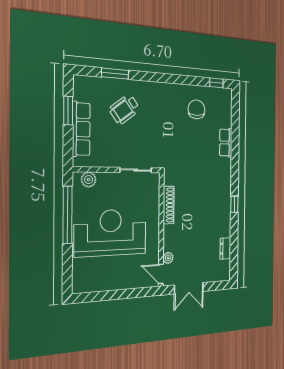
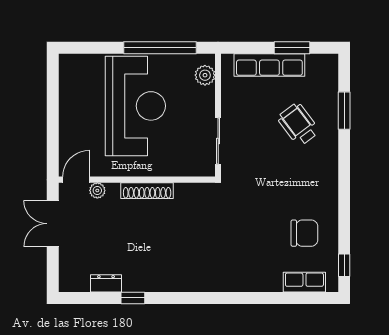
row of seats: (226, 143) -> (304, 282), moved
window: (234, 204) -> (133, 298), moved
shoe rack: (169, 205) -> (147, 191), moved

